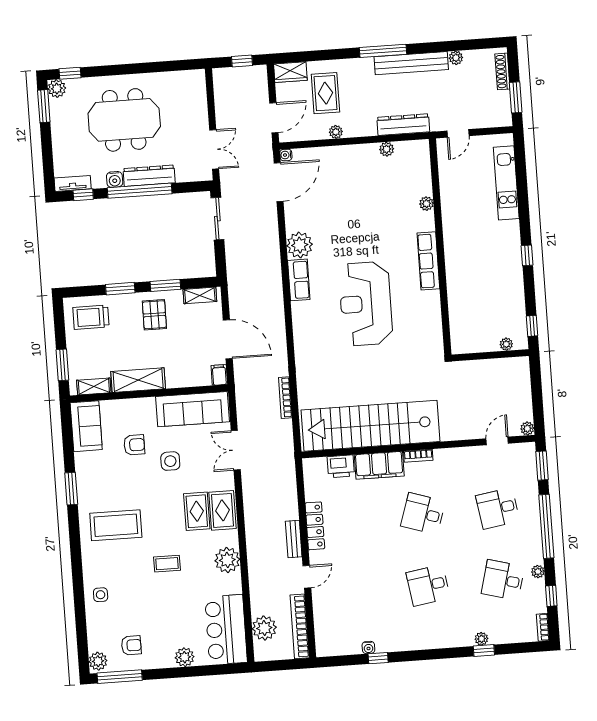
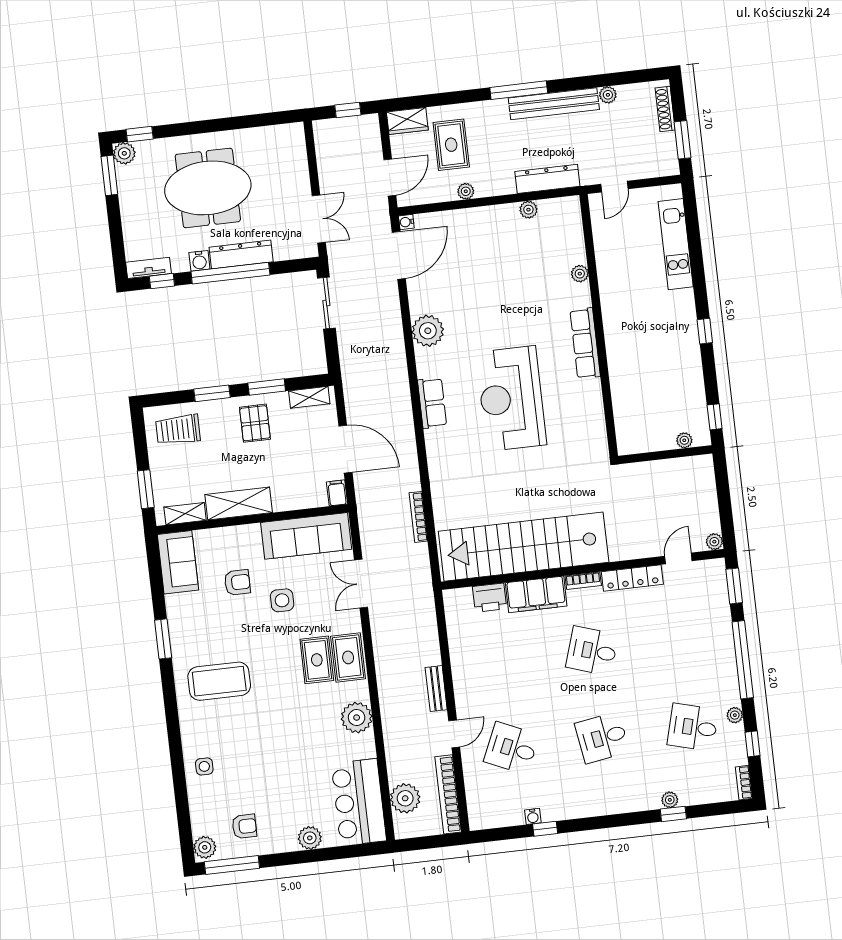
row of seats: (299, 280) -> (432, 403), moved
desk: (498, 508) -> (512, 748), moved, turned 33
locker: (315, 526) -> (632, 578), moved, turned 90
coffee table: (167, 564) -> (283, 725), removed

